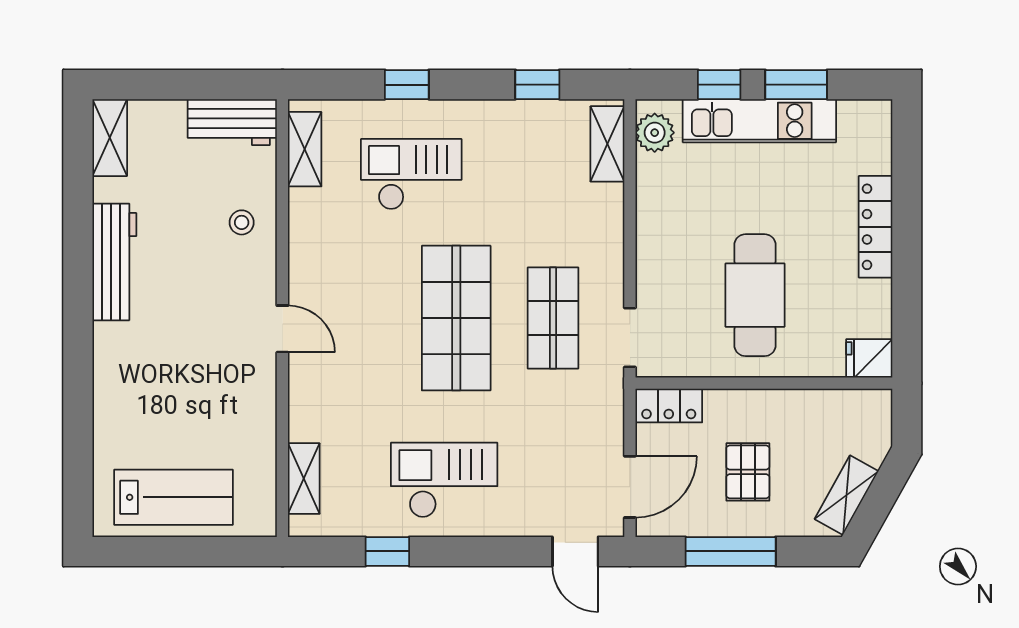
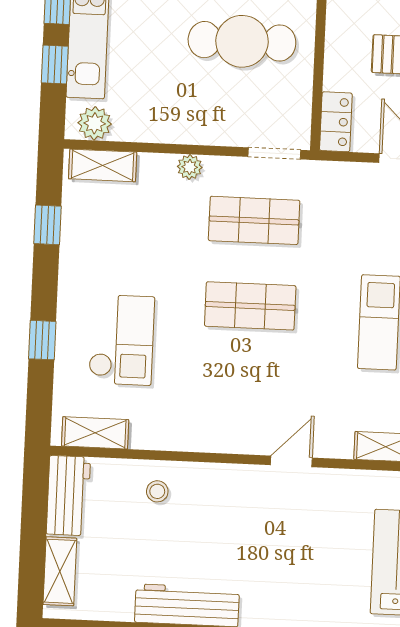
shelving: (110, 138) -> (60, 571), moved, turned 90
checkout: (411, 174) -> (122, 340), turned 180
plant: (610, 242) -> (190, 167), added
shop shelf: (456, 318) -> (250, 306), width x0.70, depth x0.74
door: (282, 329) -> (291, 461), moved

